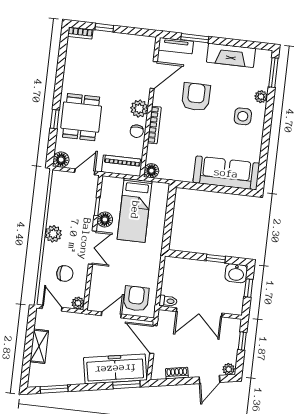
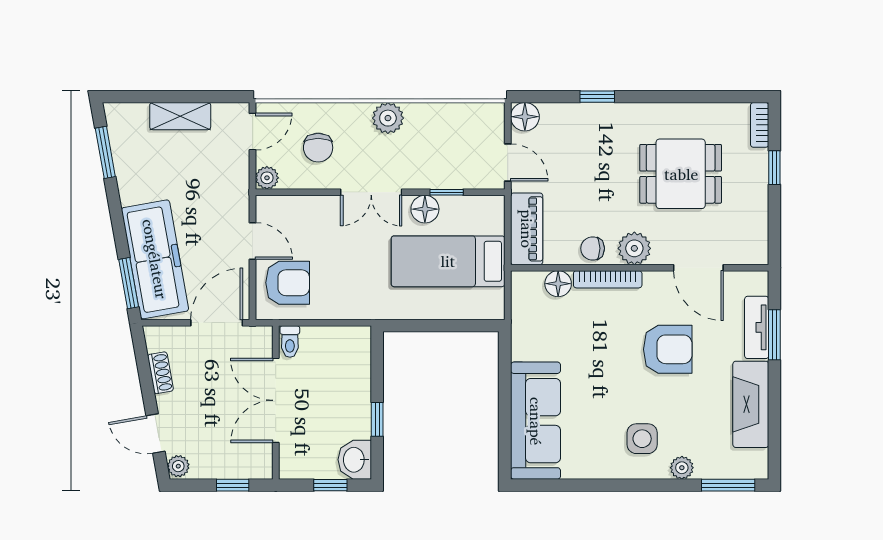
tv unit: (176, 46) -> (757, 327), moved
dining table: (81, 117) -> (681, 174), moved
floor lamp: (151, 171) -> (558, 284), moved

